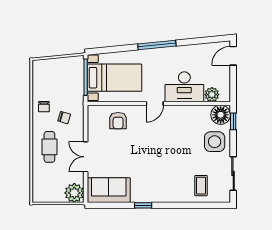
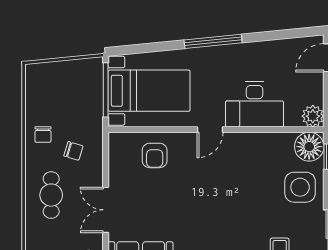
plant: (212, 95) -> (313, 116), moved

